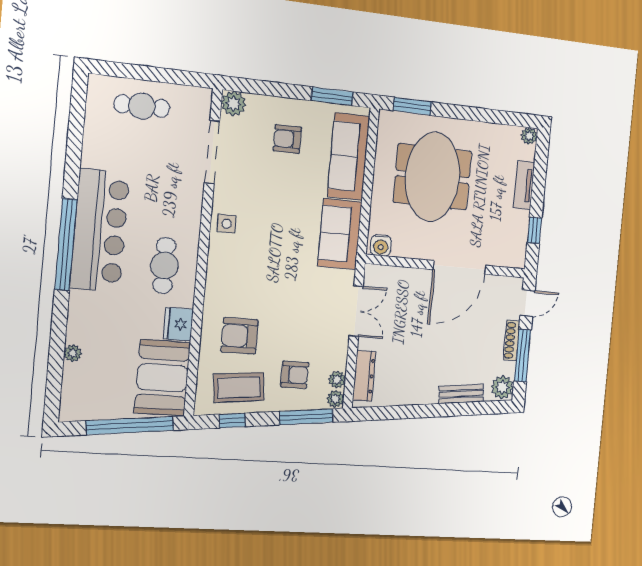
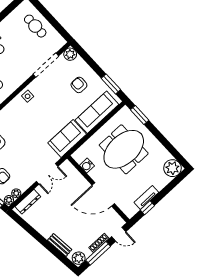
plant: (529, 136) -> (172, 168), width x1.88, depth x1.88
tv unit: (524, 185) -> (146, 197), moved
water cooler: (381, 245) -> (87, 166), moved

